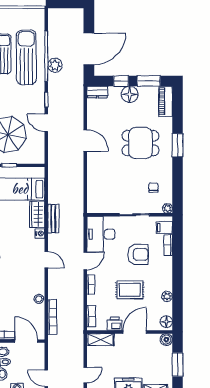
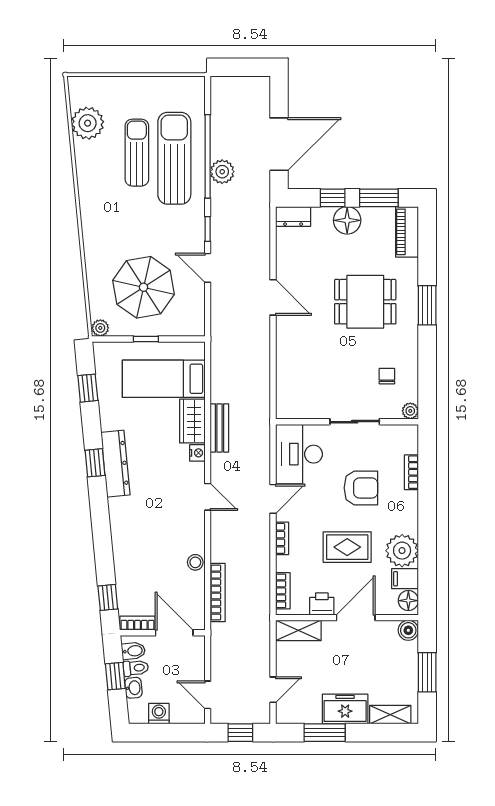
filing cabinet: (164, 228) -> (405, 579), moved
plant: (167, 296) -> (402, 551), width x1.88, depth x1.88

